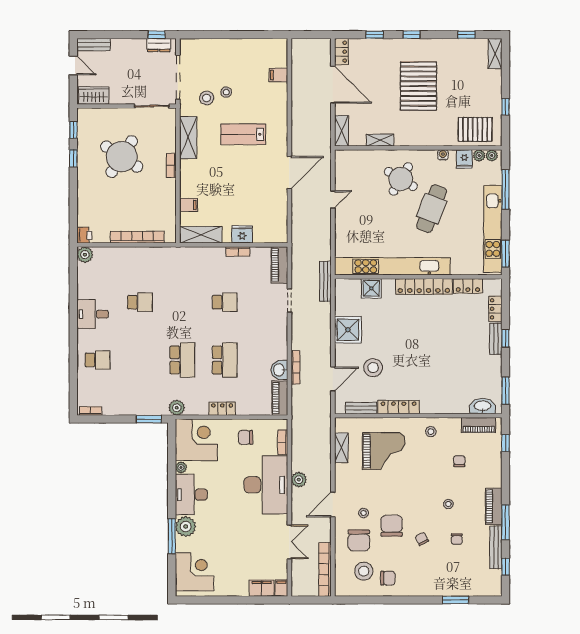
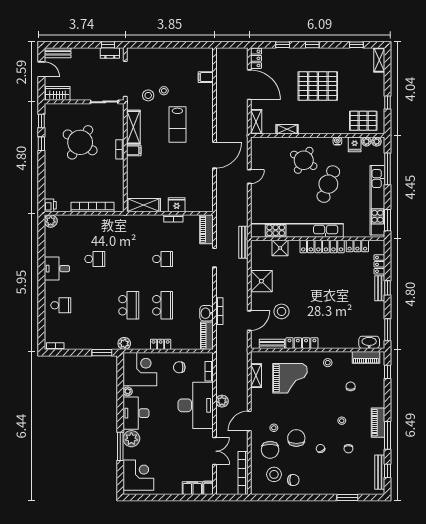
pallet: (418, 86) -> (318, 86), turned 90
lab bench: (243, 134) -> (177, 124), turned -90
filing cabinet: (189, 205) -> (134, 150), moved
bench: (496, 547) -> (380, 472), moved

